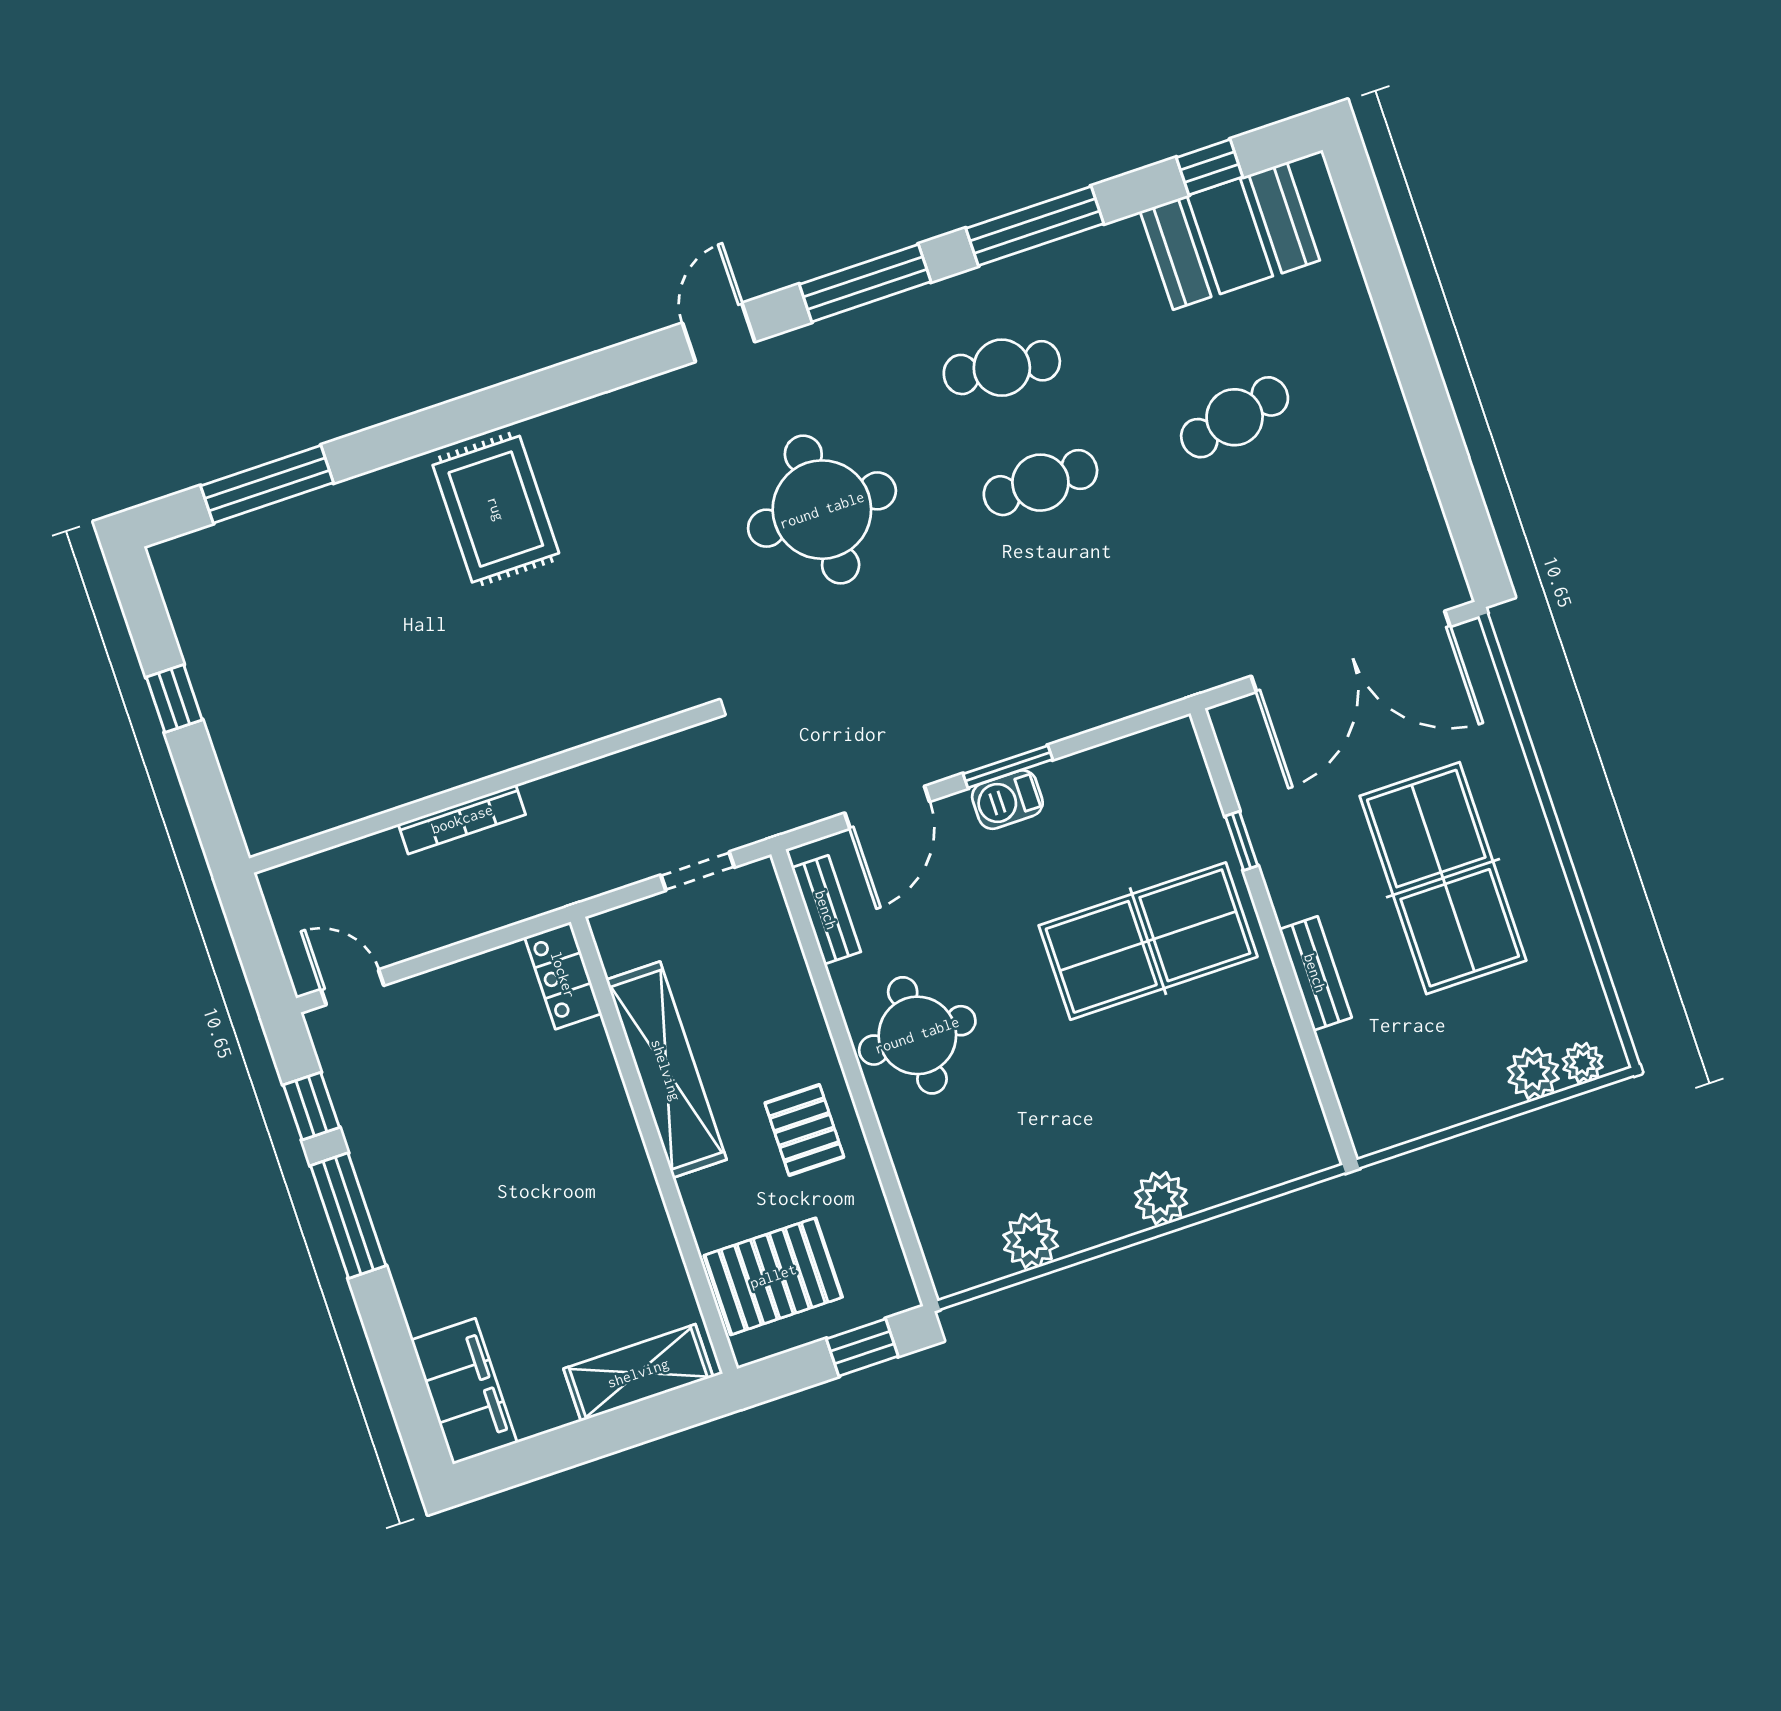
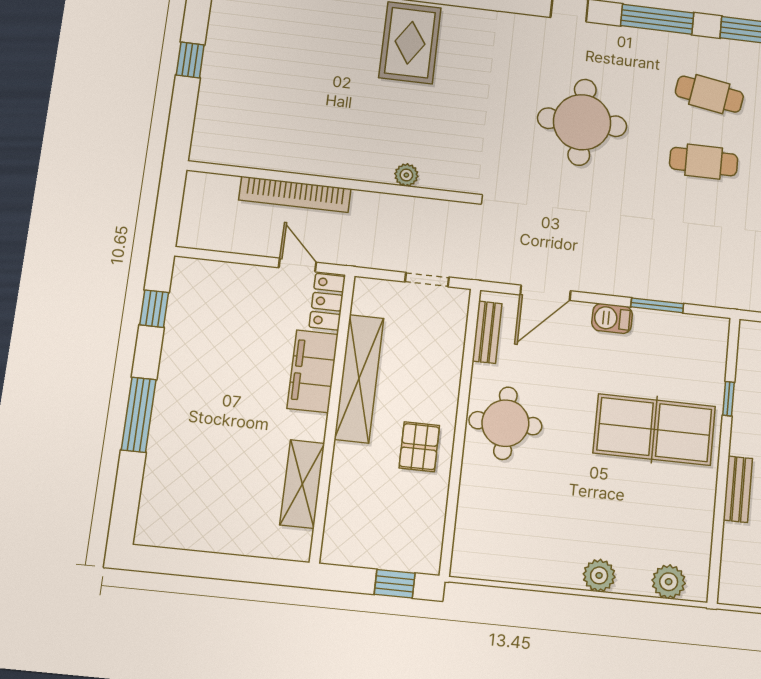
plant: (590, 723) -> (406, 175), added
window: (1008, 767) -> (657, 305), moved
bookcase: (462, 819) -> (295, 194), width x1.48, depth x1.31
door: (352, 987) -> (298, 265), moved
window: (348, 1216) -> (139, 415), moved
plant: (1031, 1241) -> (669, 582), moved
pallet: (773, 1276) -> (364, 521), removed
shelving: (638, 1373) -> (302, 484), moved, turned 90
filing cabinet: (464, 1391) -> (313, 371), moved, turned 180

